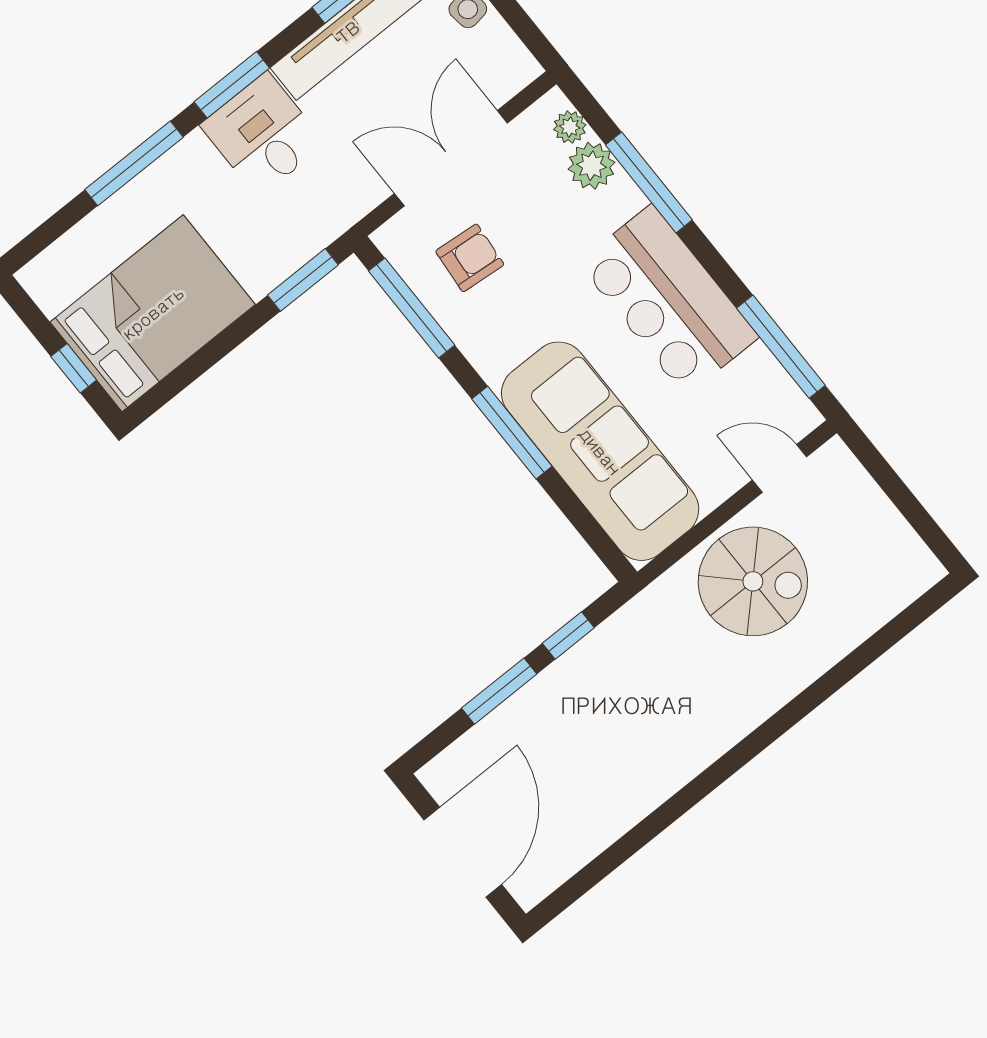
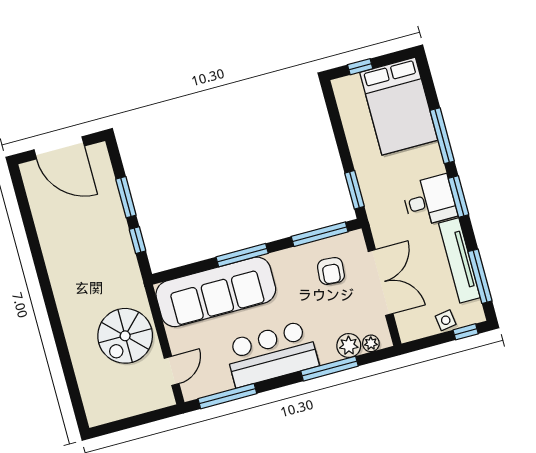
bed: (153, 313) -> (399, 106), moved

